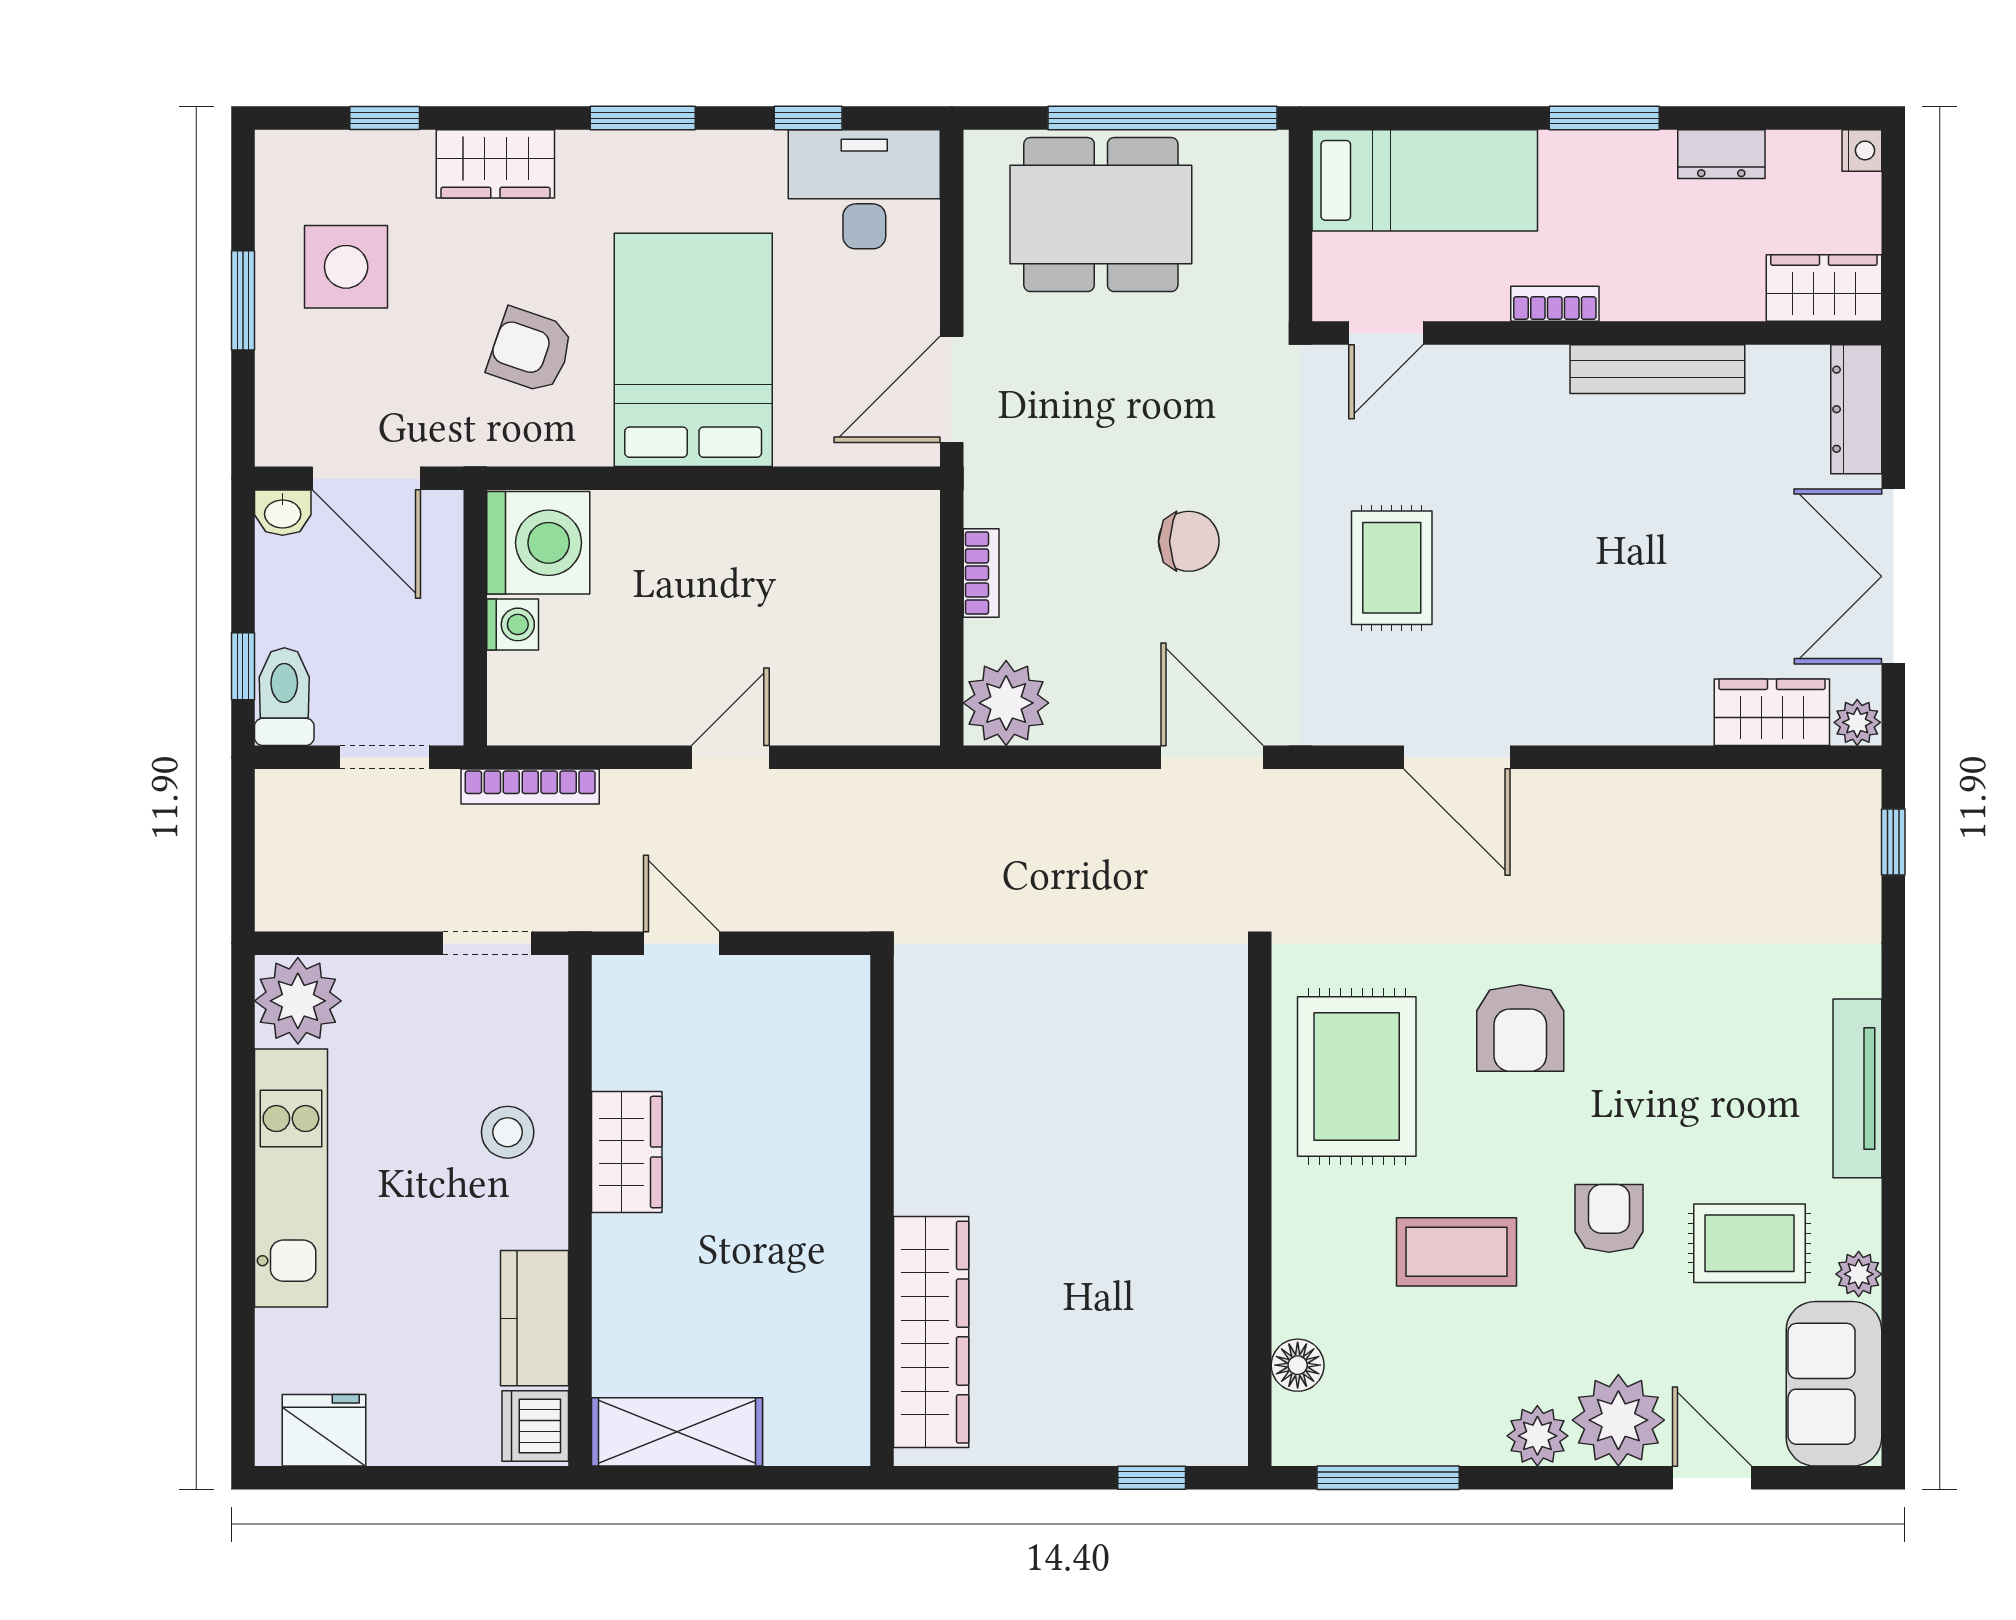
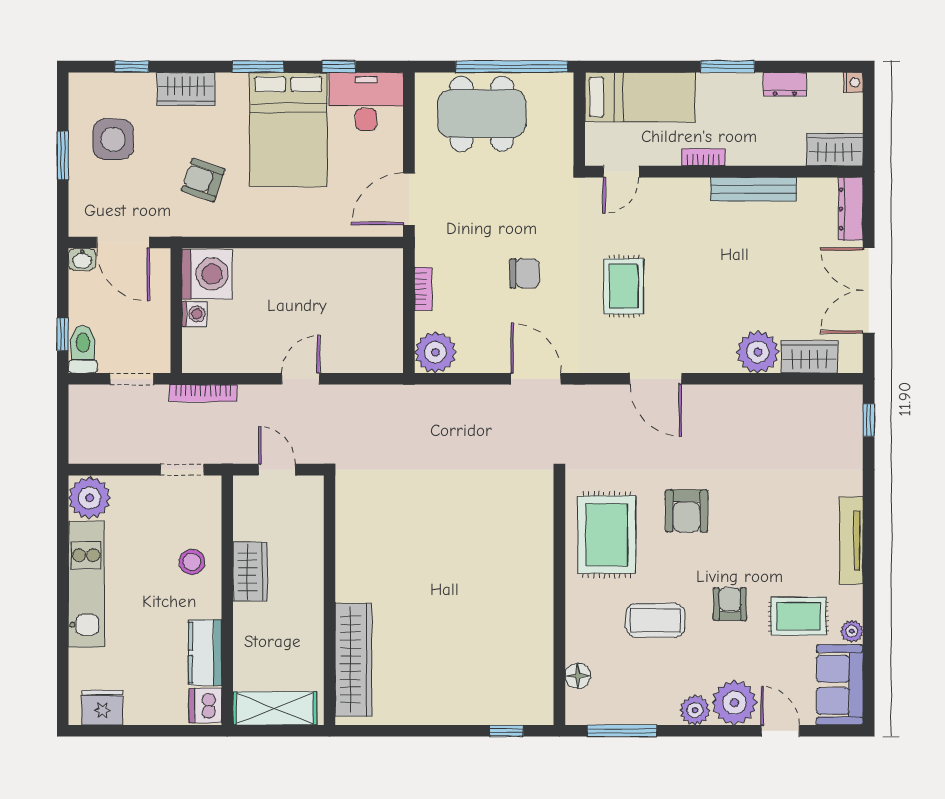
bed: (693, 350) -> (288, 129), moved, turned 180
plant: (1857, 722) -> (758, 352), moved, width x1.87, depth x1.87
wall: (882, 1210) -> (329, 600), moved
wardrobe: (931, 1332) -> (353, 660), moved

